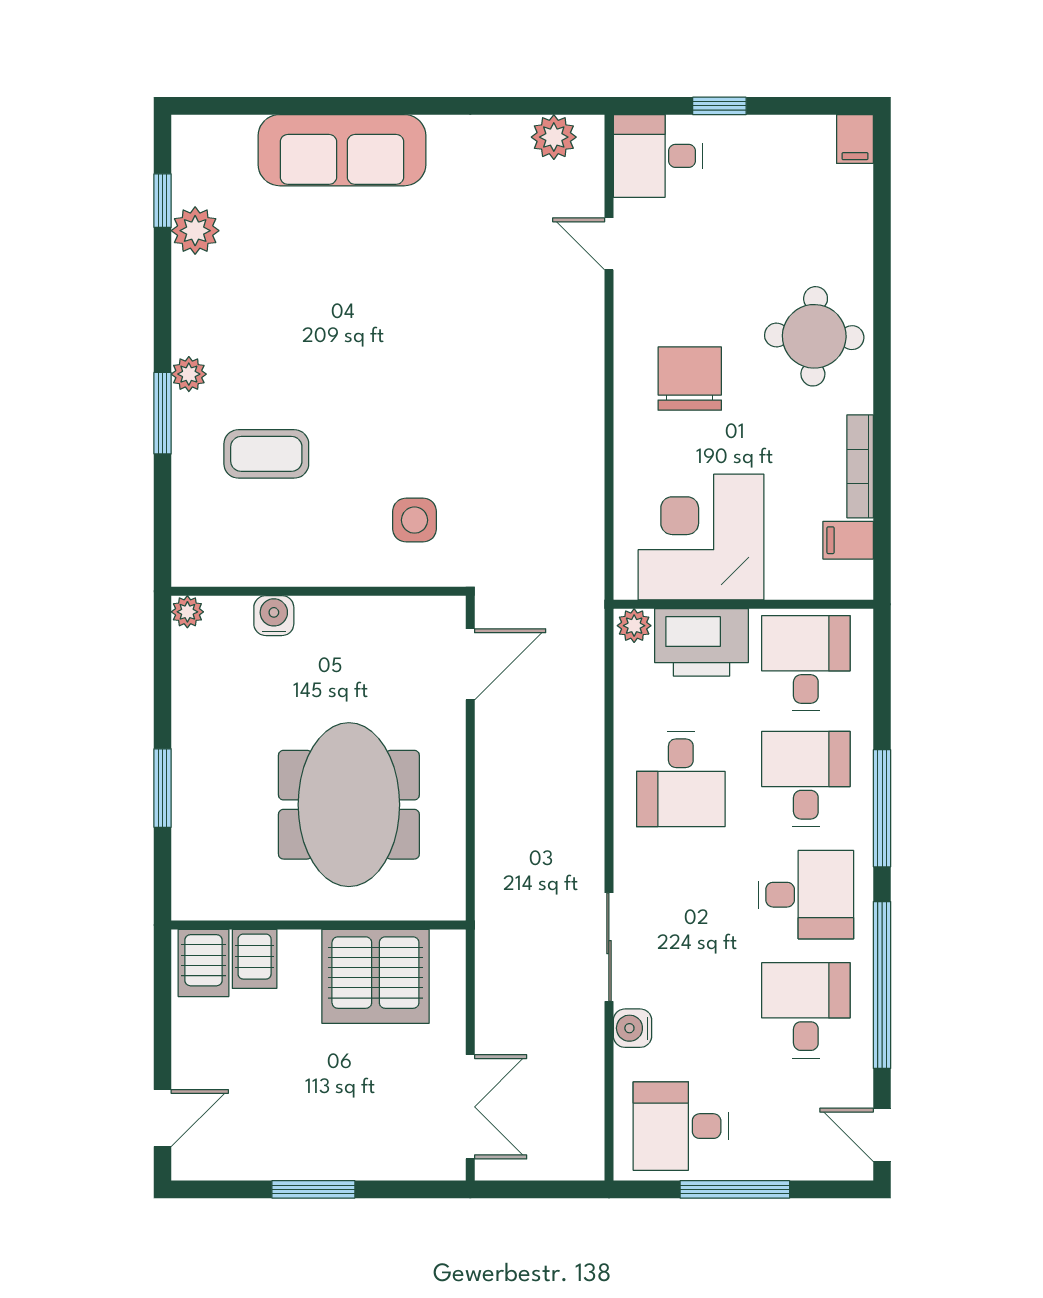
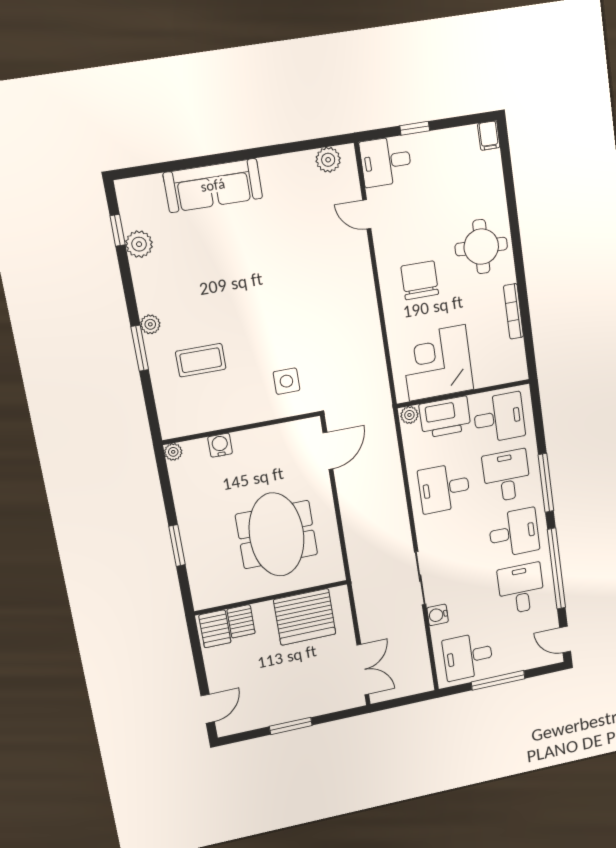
filing cabinet: (848, 540) -> (512, 351), removed
desk: (806, 663) -> (499, 418), turned 90
desk: (681, 779) -> (444, 488), turned 90

